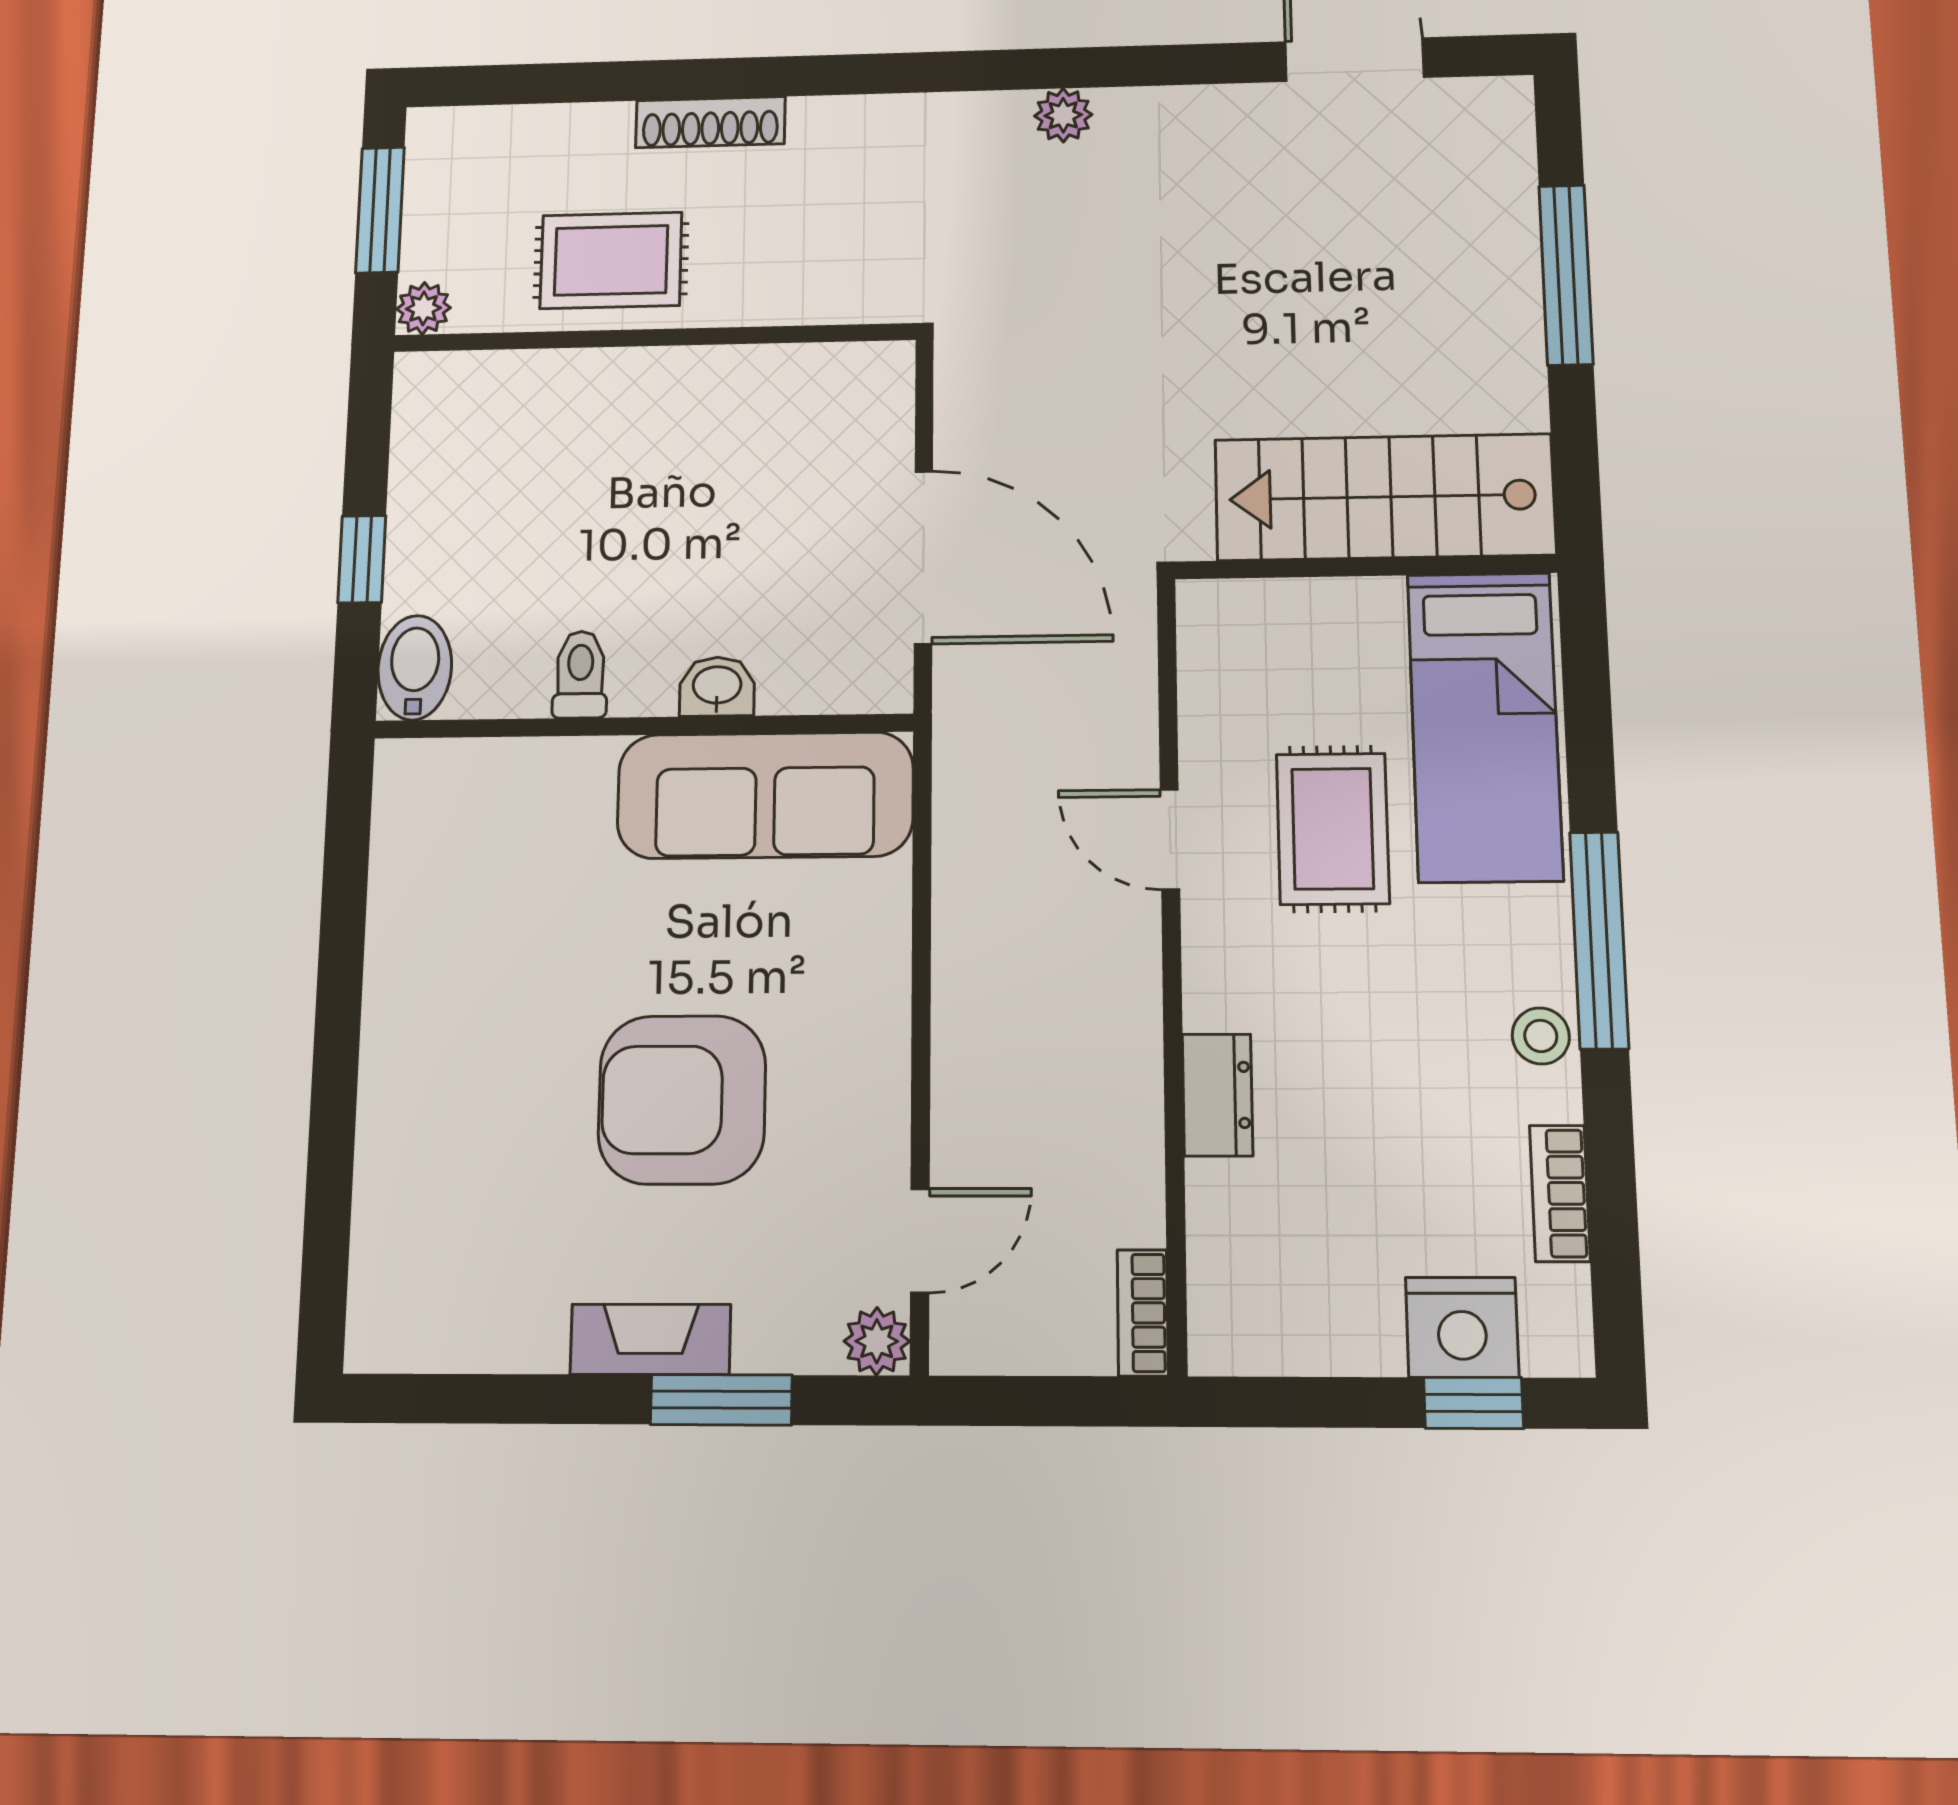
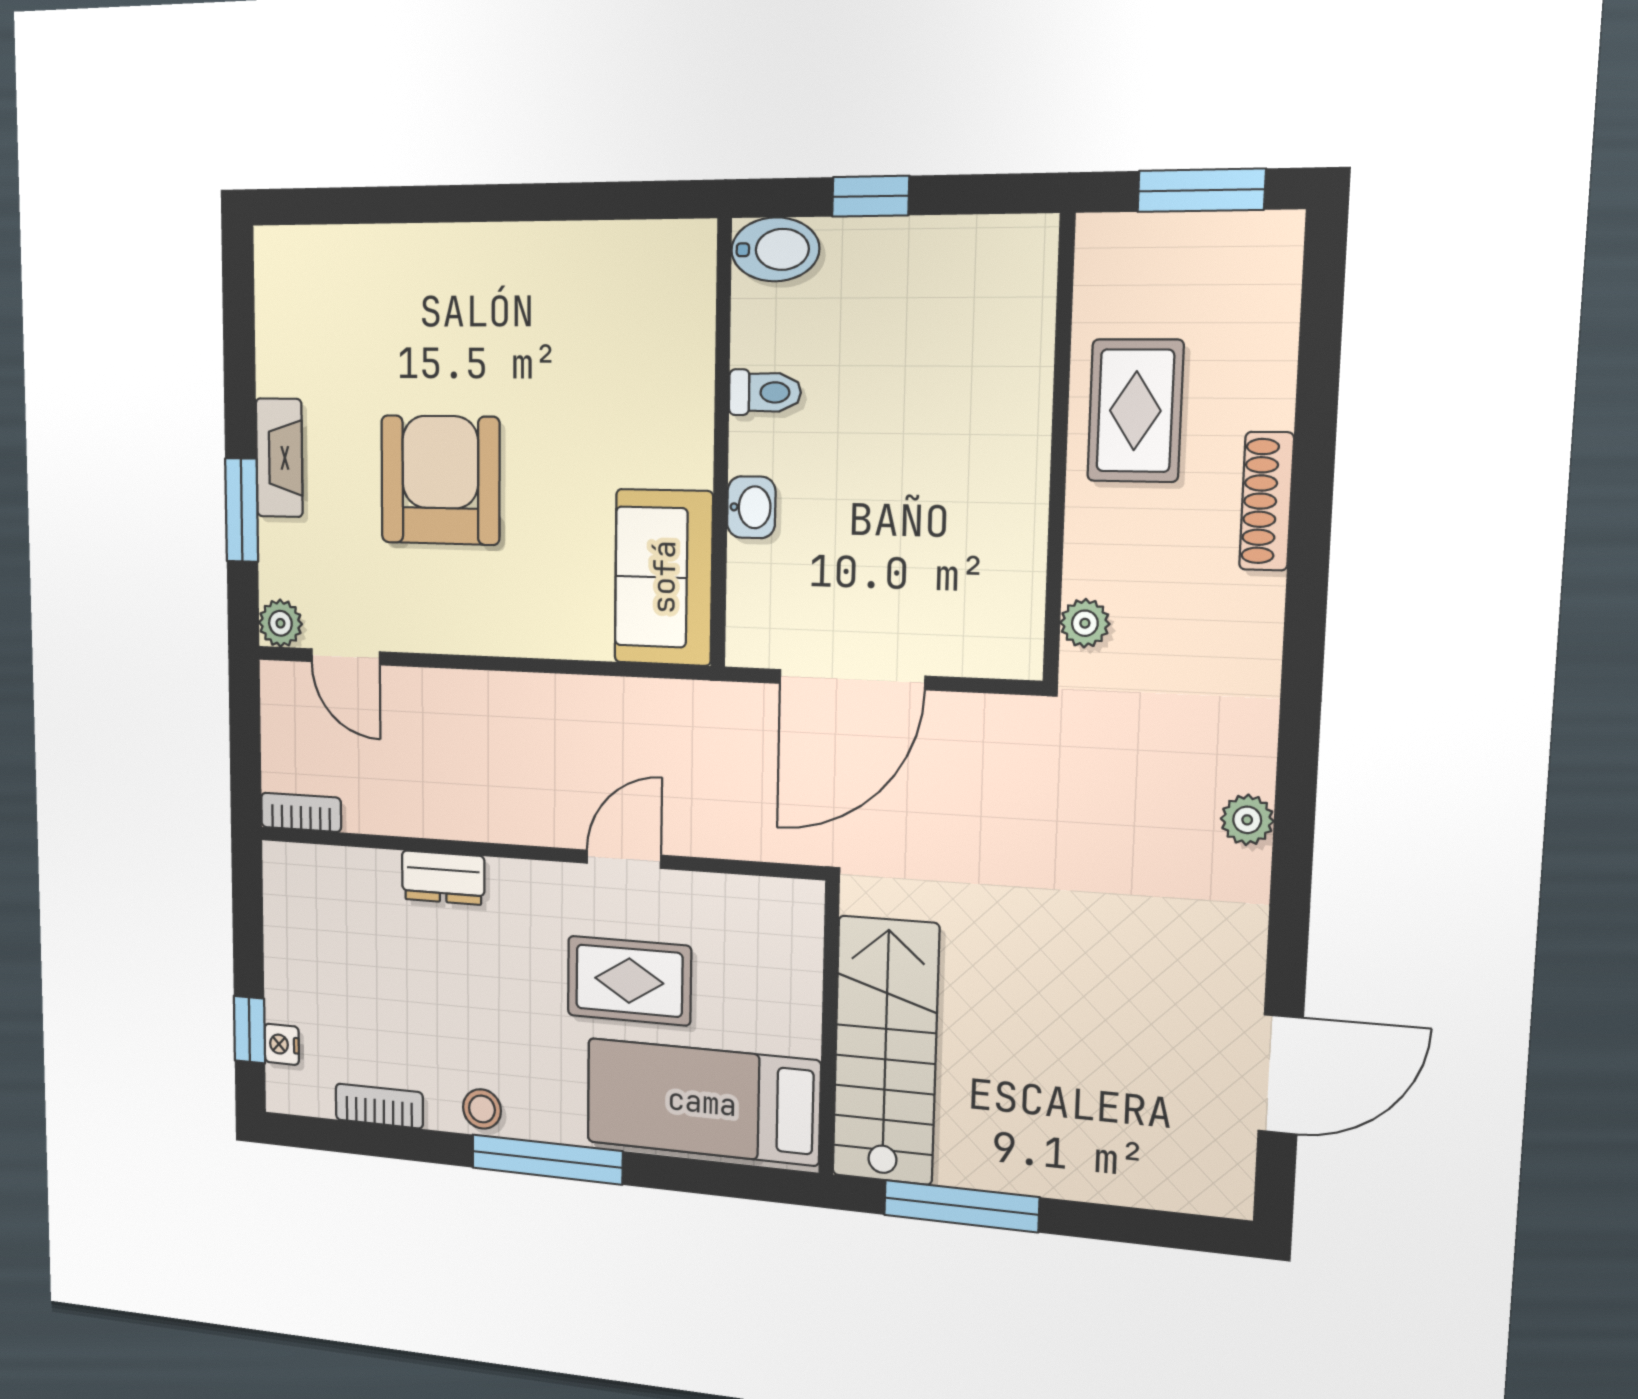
window: (1566, 275) -> (961, 1206), moved
plant: (423, 308) -> (1085, 623), moved
sofa: (765, 795) -> (664, 577), width x0.73
nightstand: (1462, 1327) -> (282, 1044), width x0.53, depth x0.56

